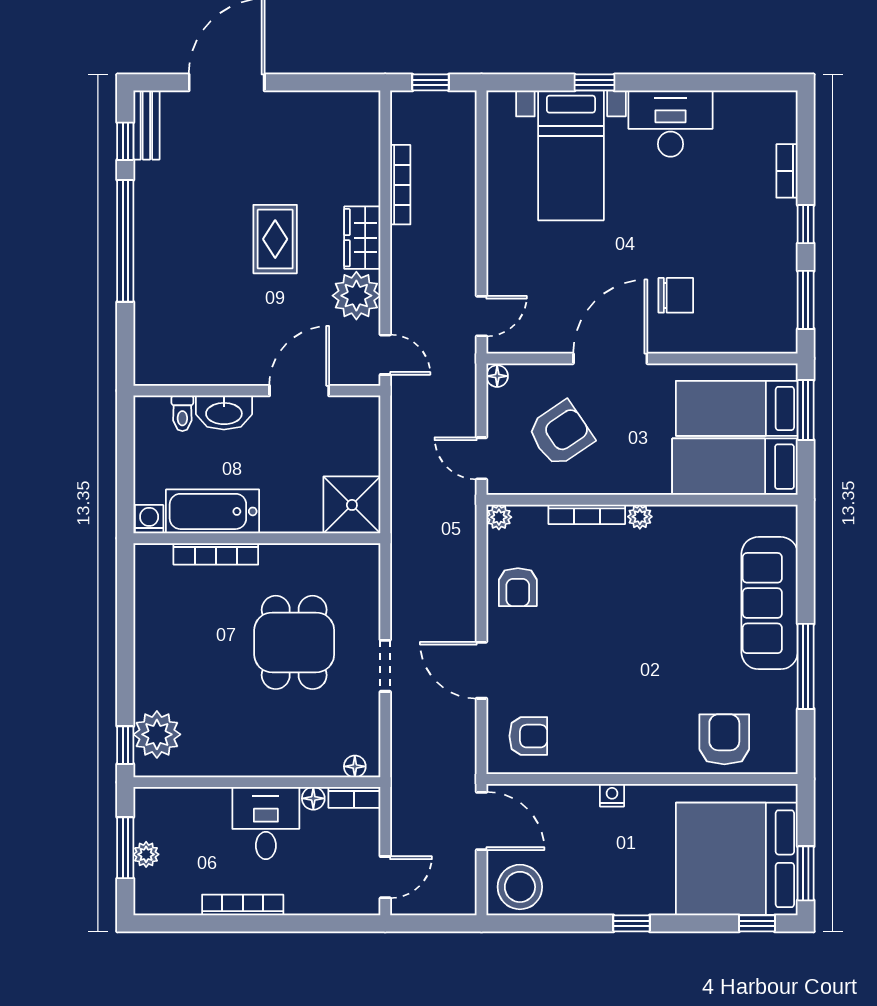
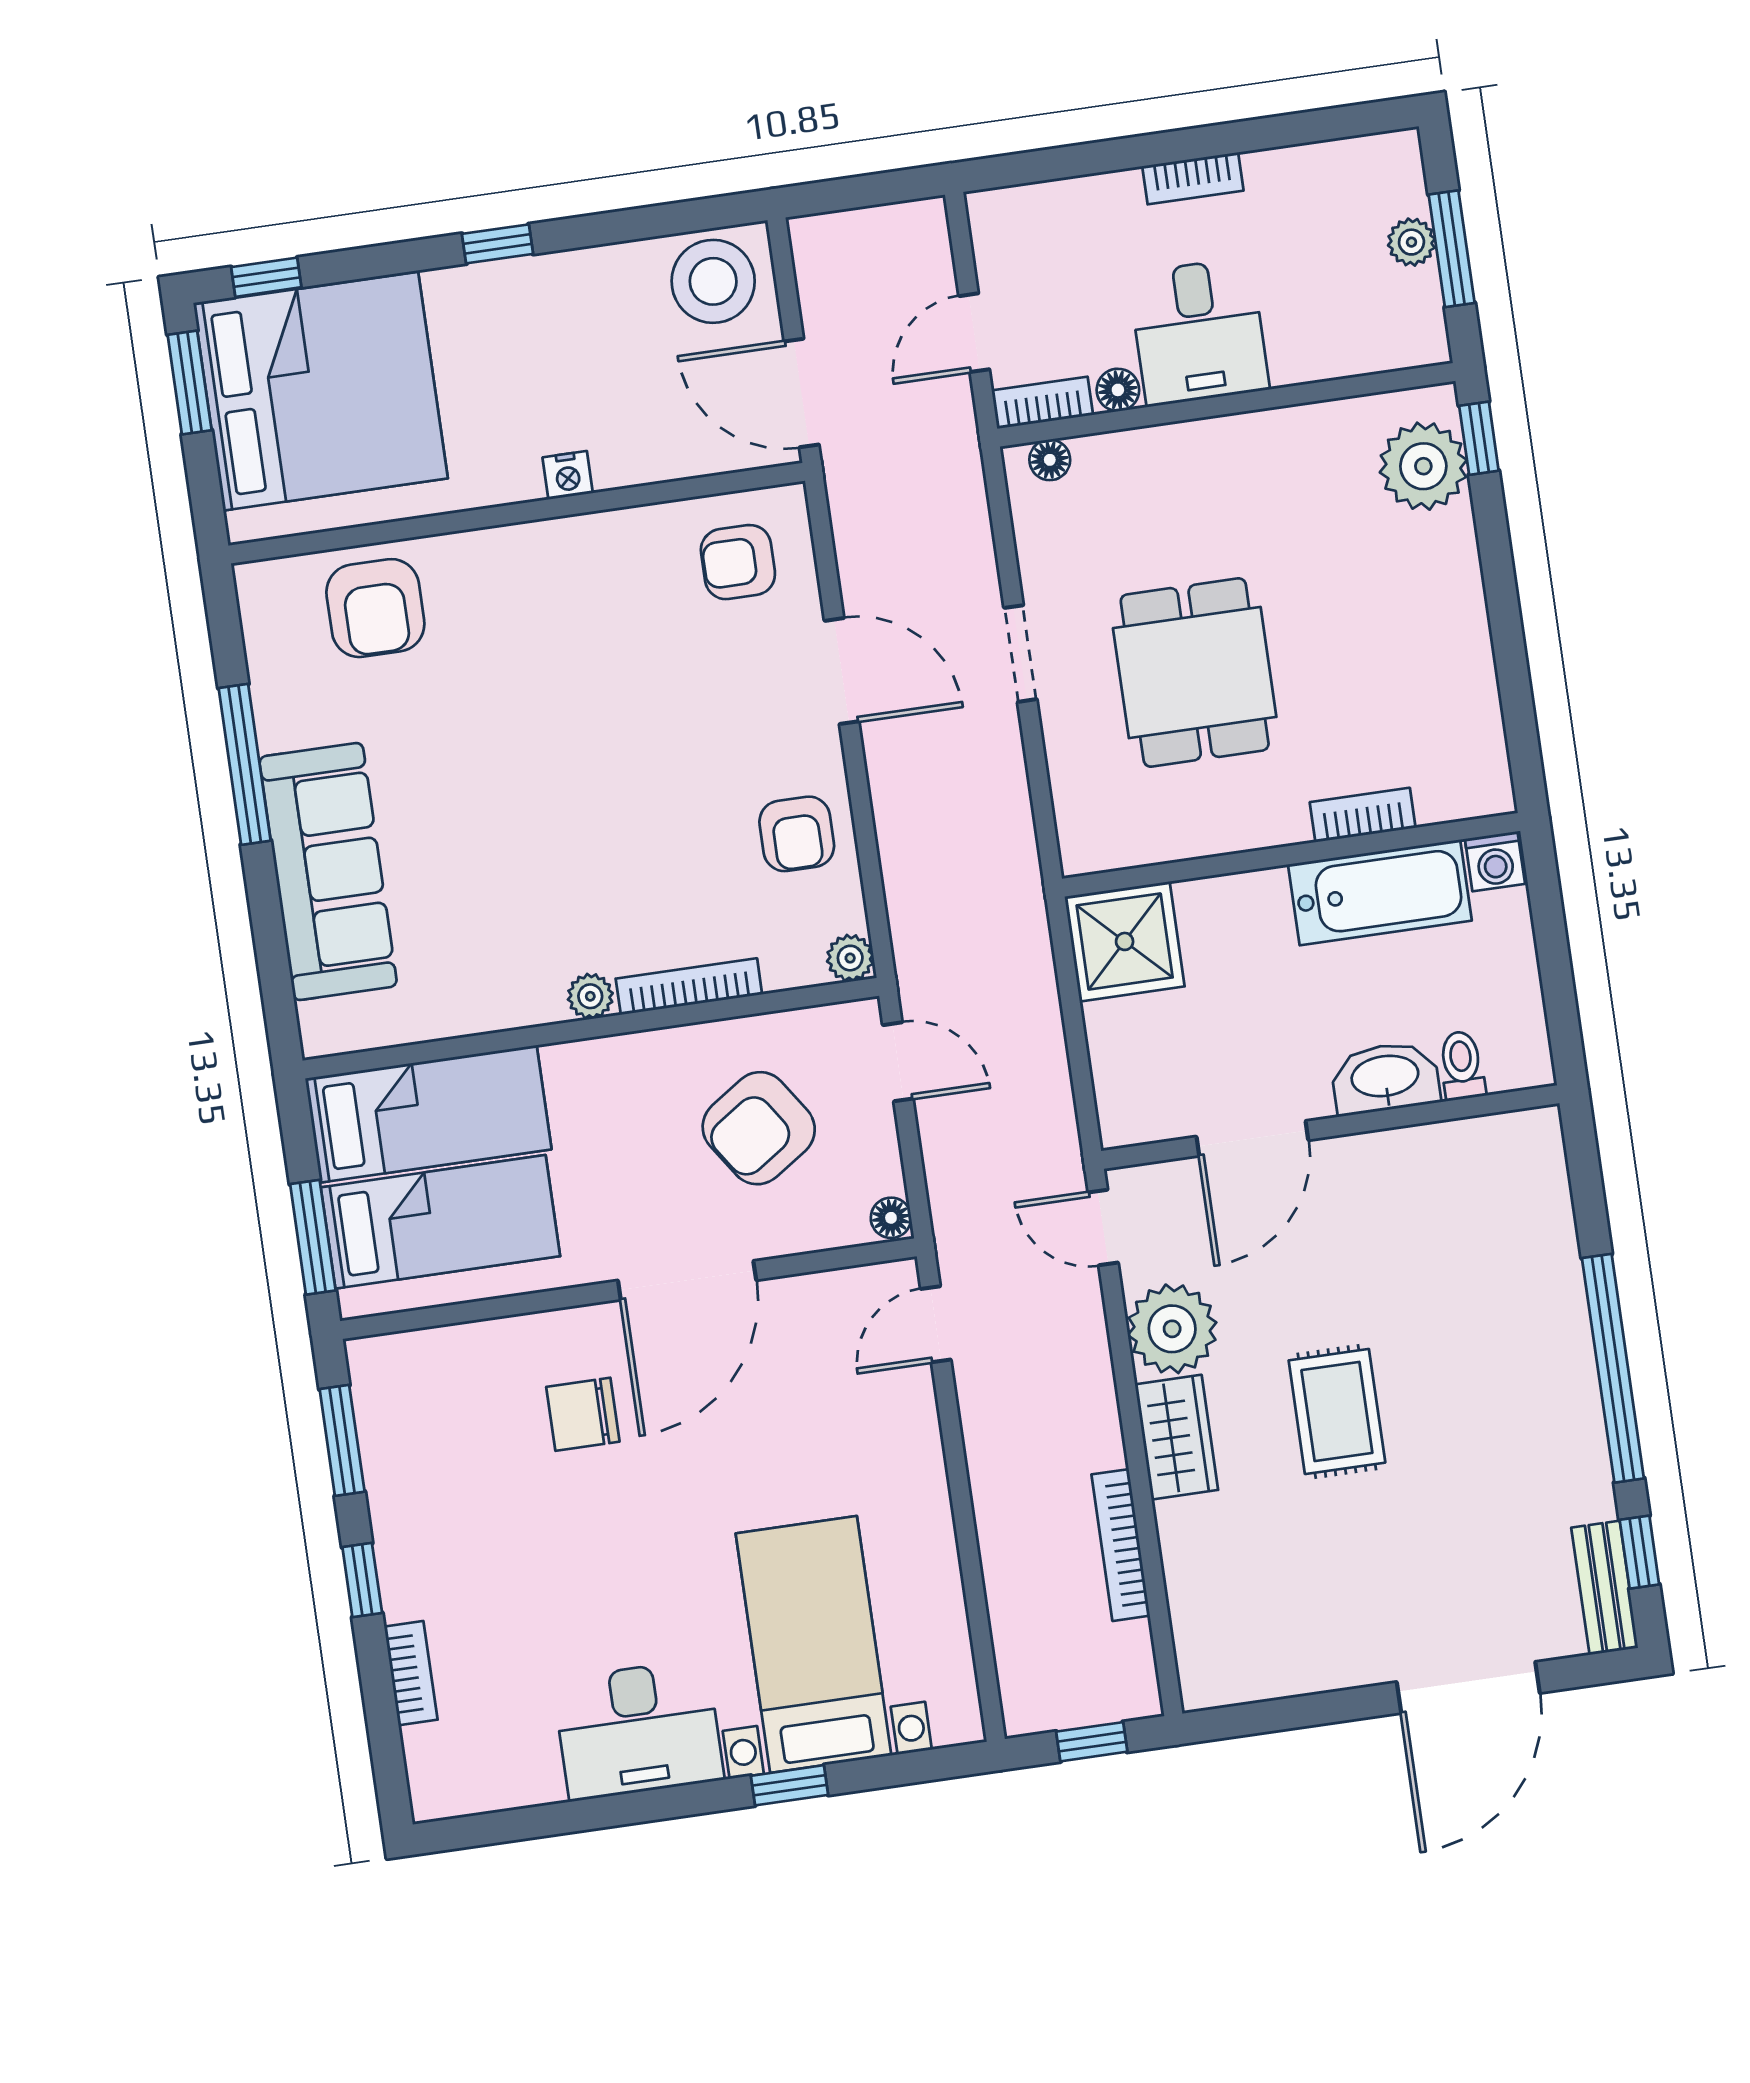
bookcase: (216, 554) -> (1363, 815), width x0.64
armchair: (518, 587) -> (797, 834), turned 180
door: (385, 877) -> (974, 333), moved
bookcase: (243, 905) -> (1193, 178), width x0.64

